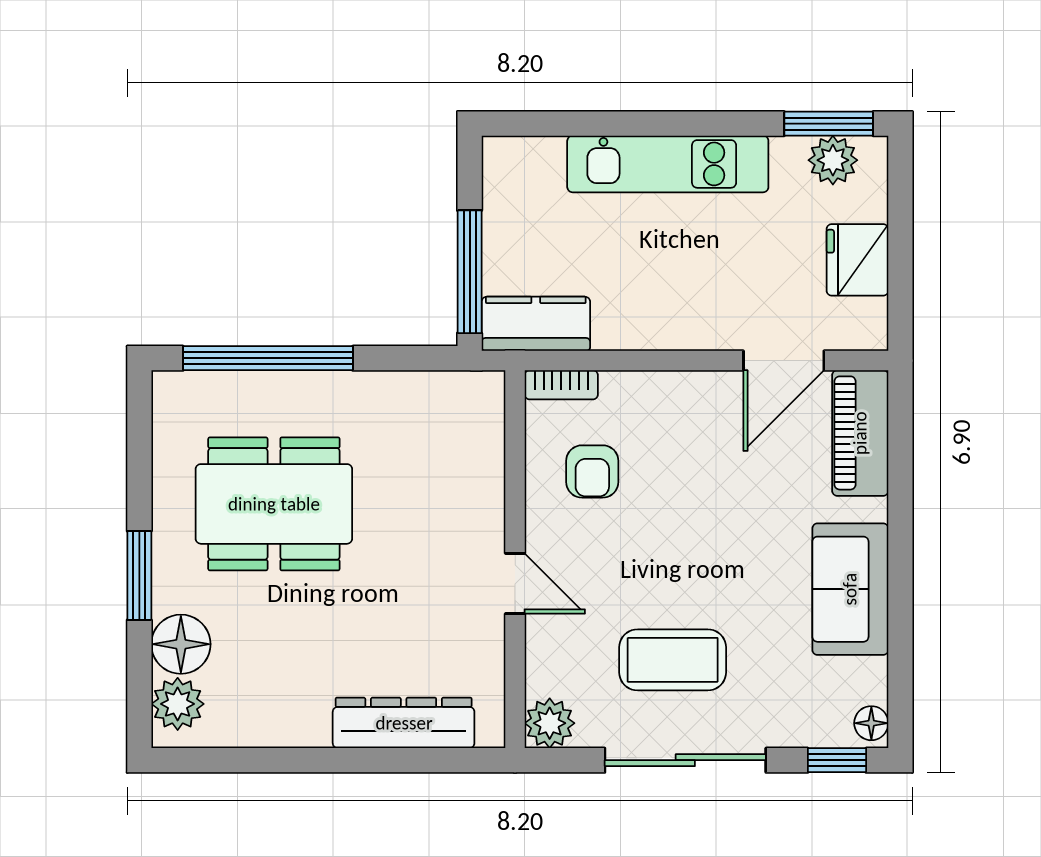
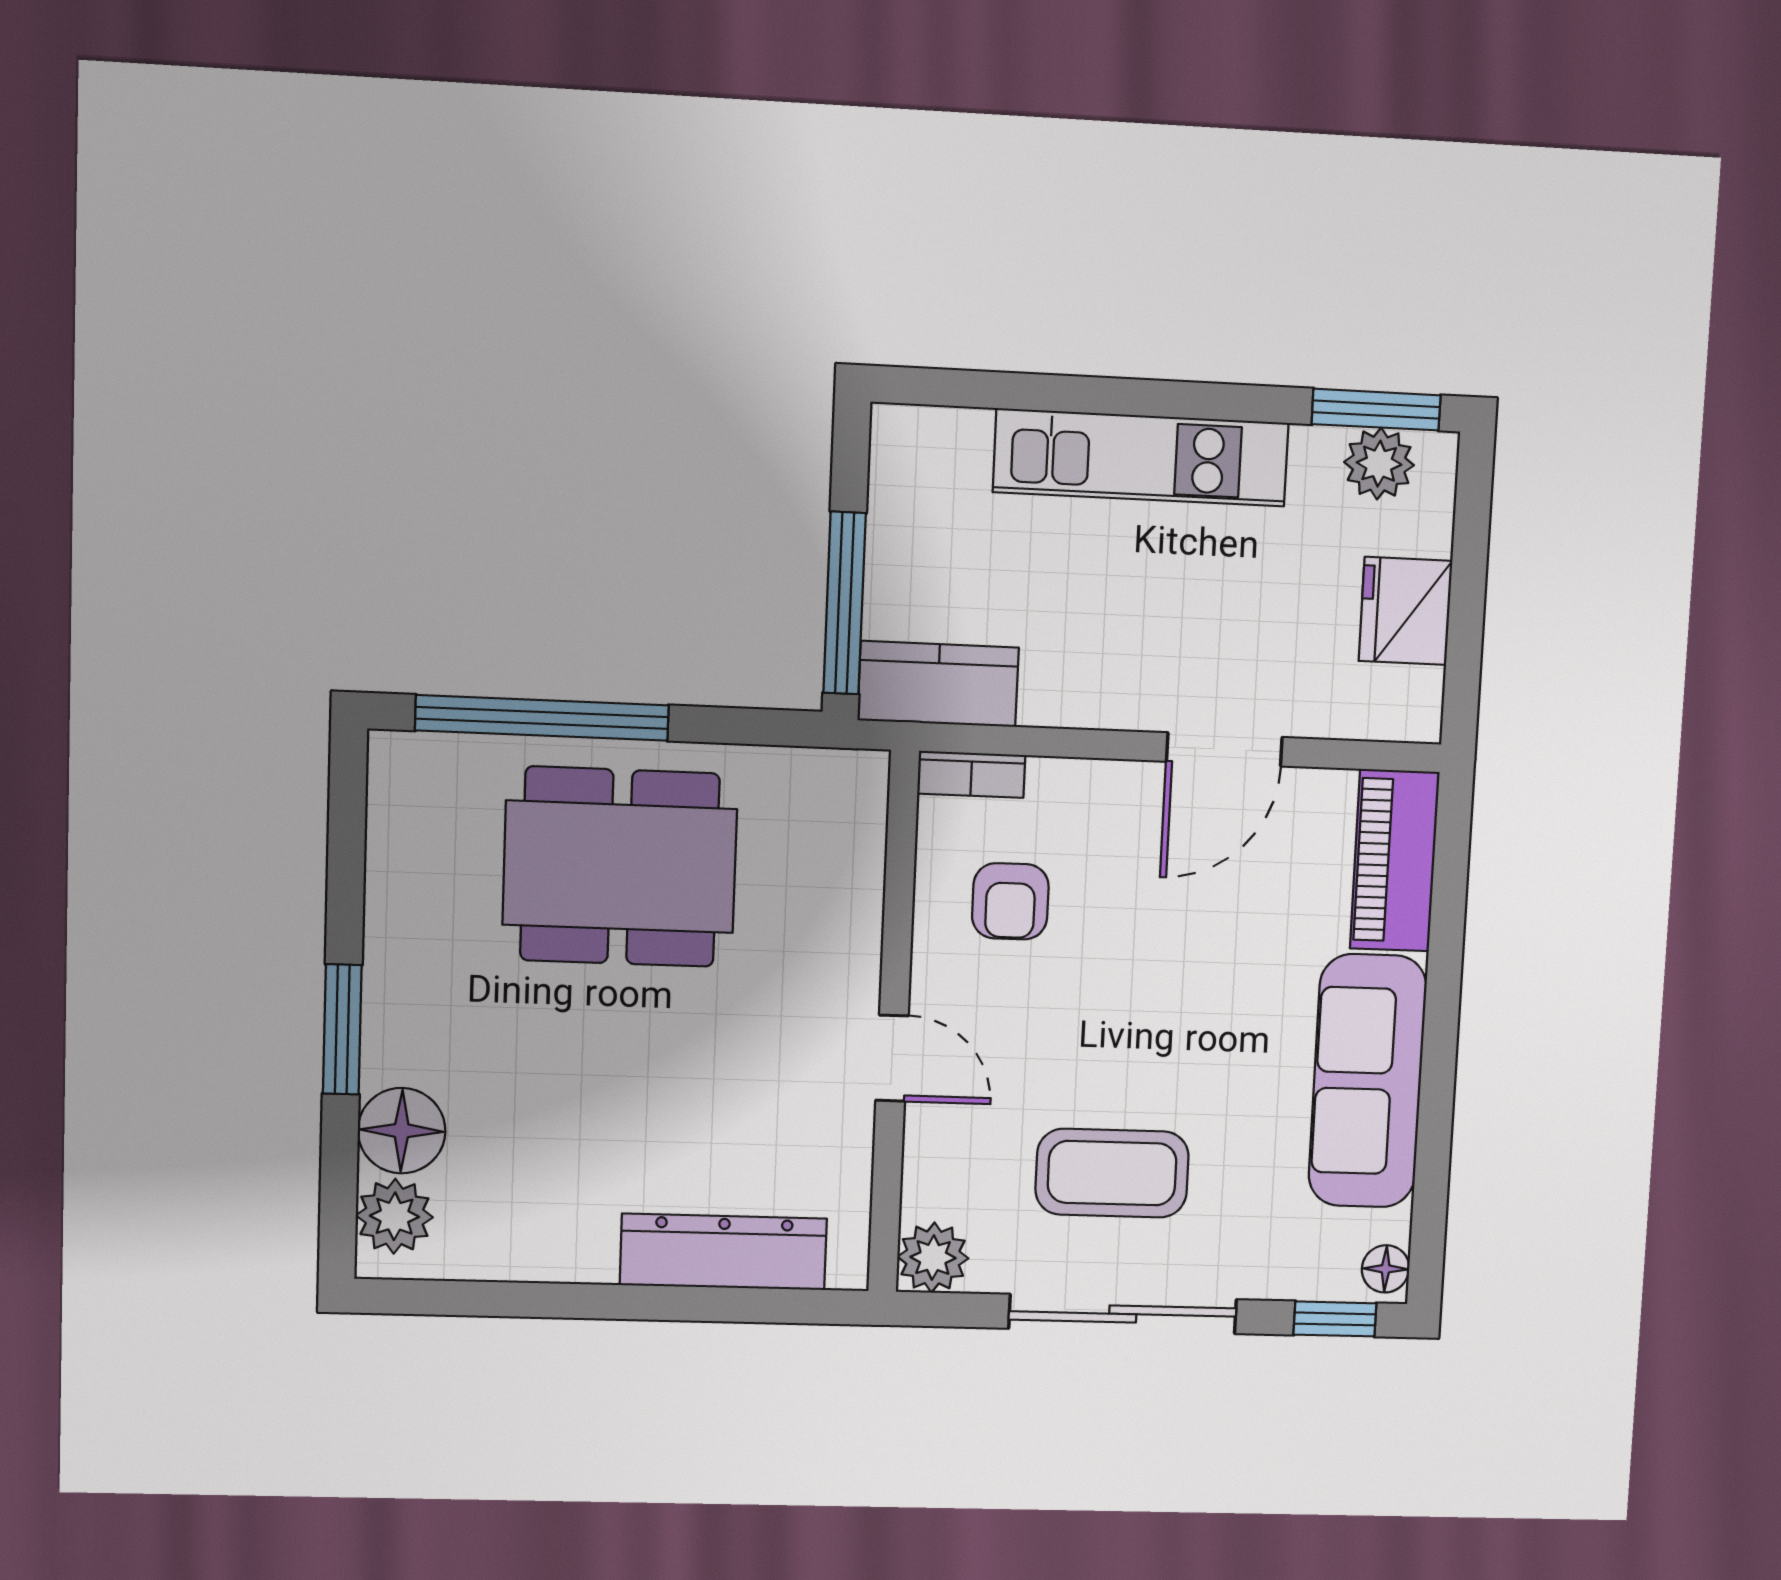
door: (784, 361) -> (1224, 749), moved
dining table: (274, 504) -> (620, 867), moved
sofa: (850, 589) -> (1367, 1081), width x1.36

